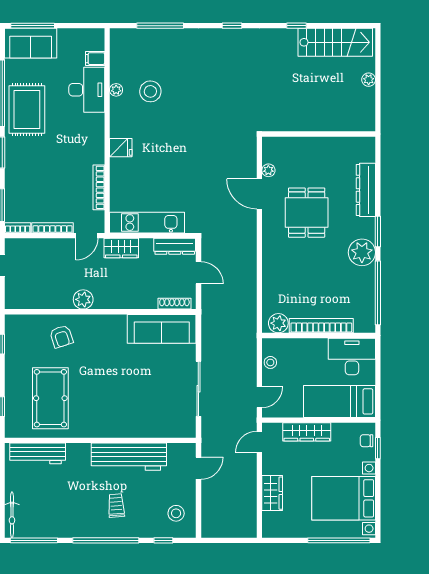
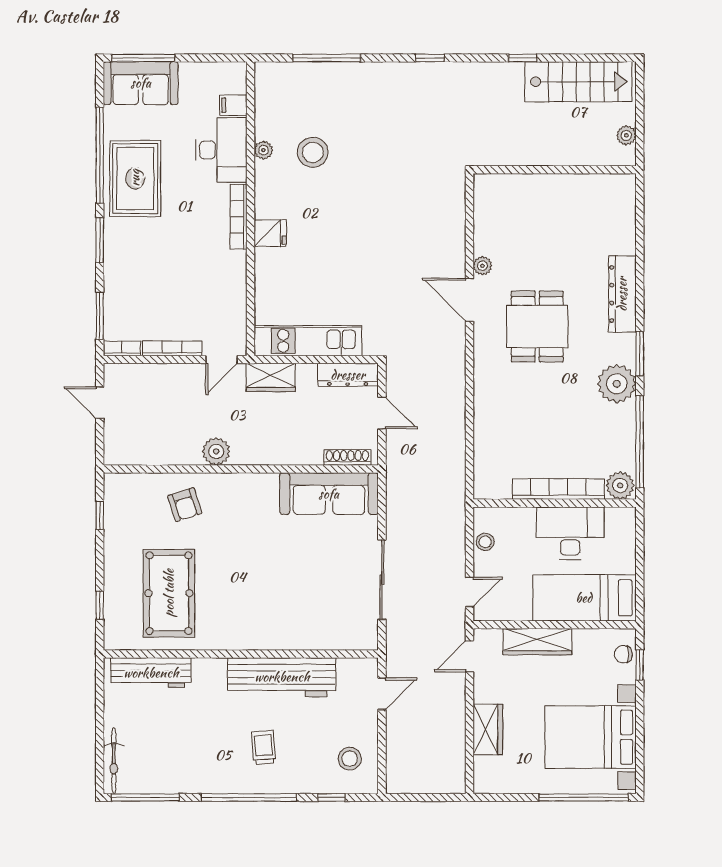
wall: (319, 134) -> (555, 170), moved
bookcase: (99, 187) -> (239, 217), moved
plant: (278, 323) -> (620, 485), moved
desk: (352, 356) -> (570, 533), moved

